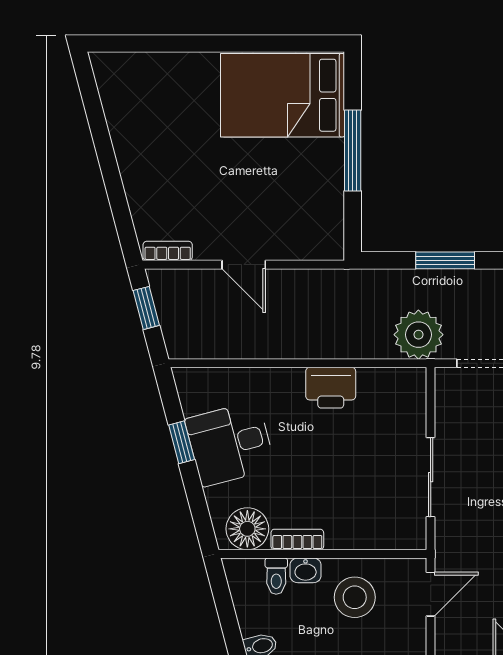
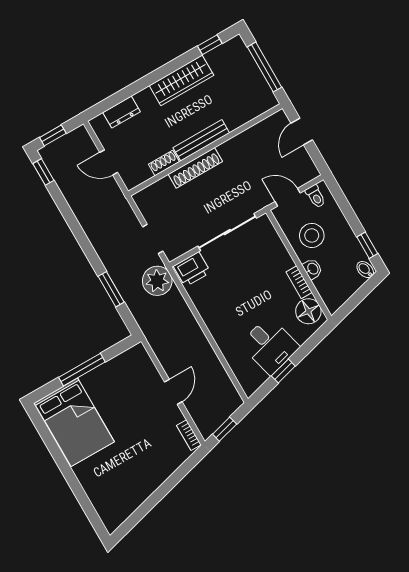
printer: (331, 388) -> (192, 269), moved, turned 90
sliding door: (431, 477) -> (227, 232), width x1.37
toilet: (276, 576) -> (316, 196), moved, turned 90

